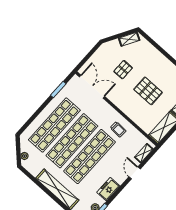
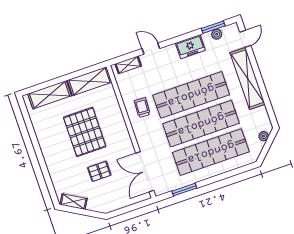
pallet: (148, 91) -> (85, 132), width x1.37, depth x1.41
door: (135, 173) -> (151, 49), swing flipped

